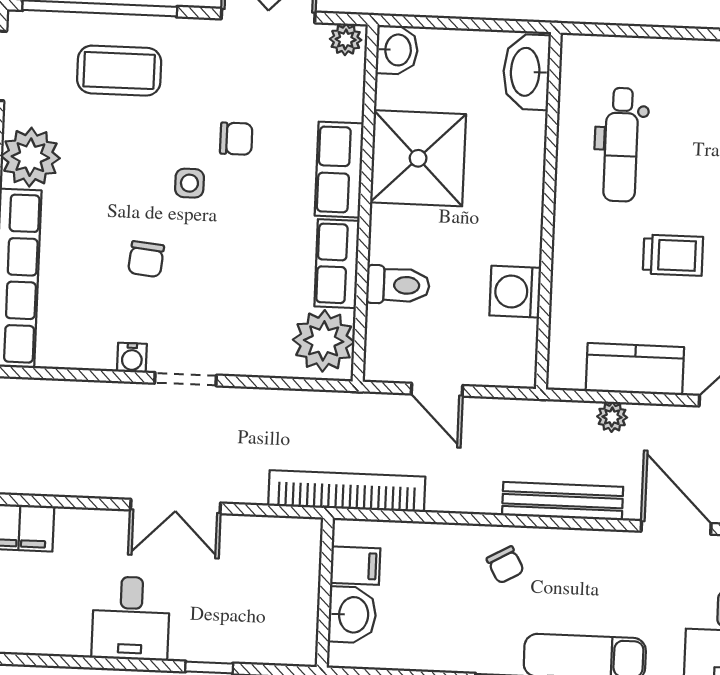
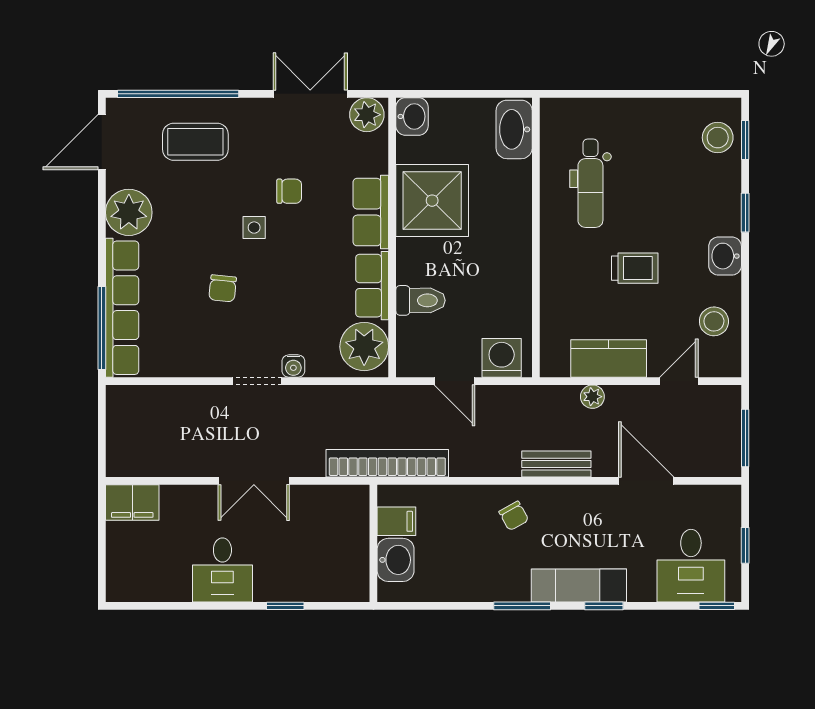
plant: (346, 39) -> (367, 115), width x1.38, depth x1.38
washing machine: (515, 292) -> (502, 358), moved, turned 90
water cooler: (132, 358) -> (293, 366), moved
bench: (563, 501) -> (556, 464), width x0.73

